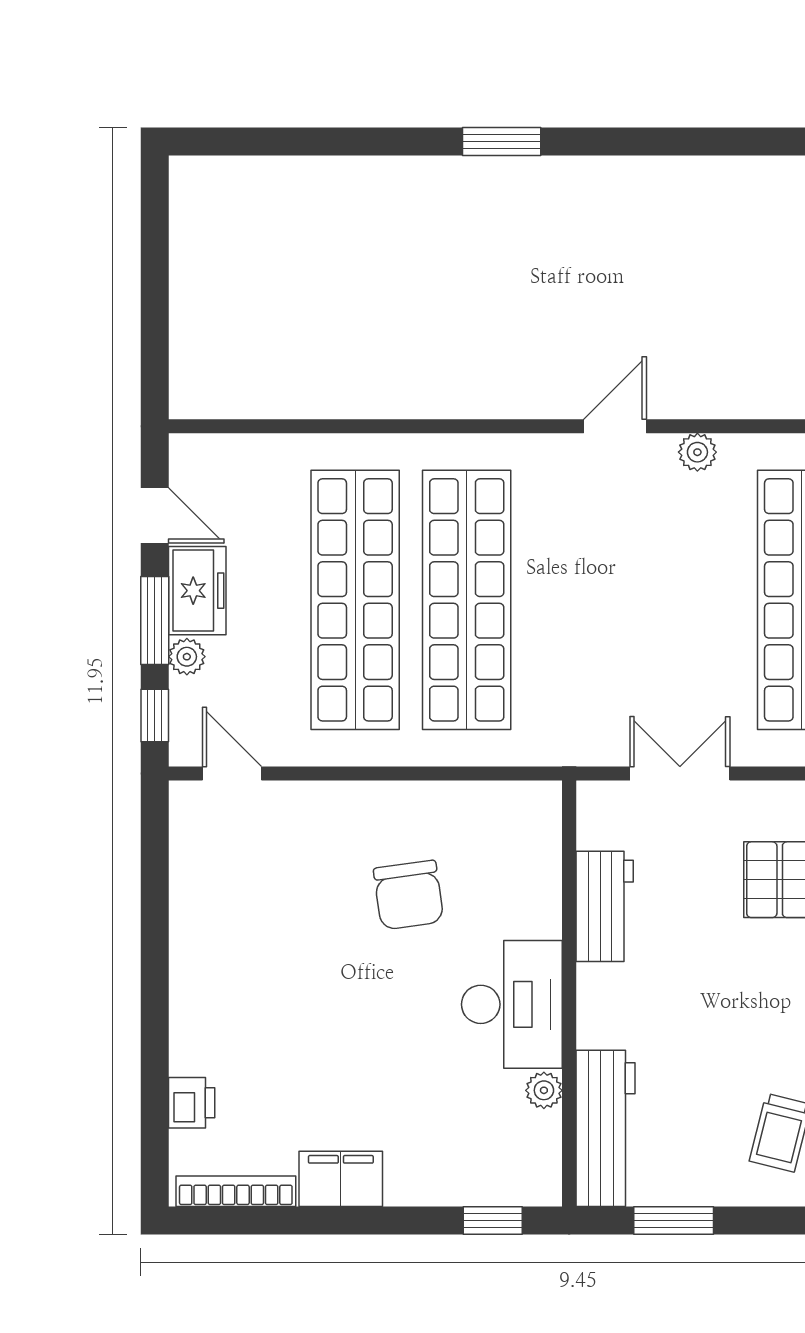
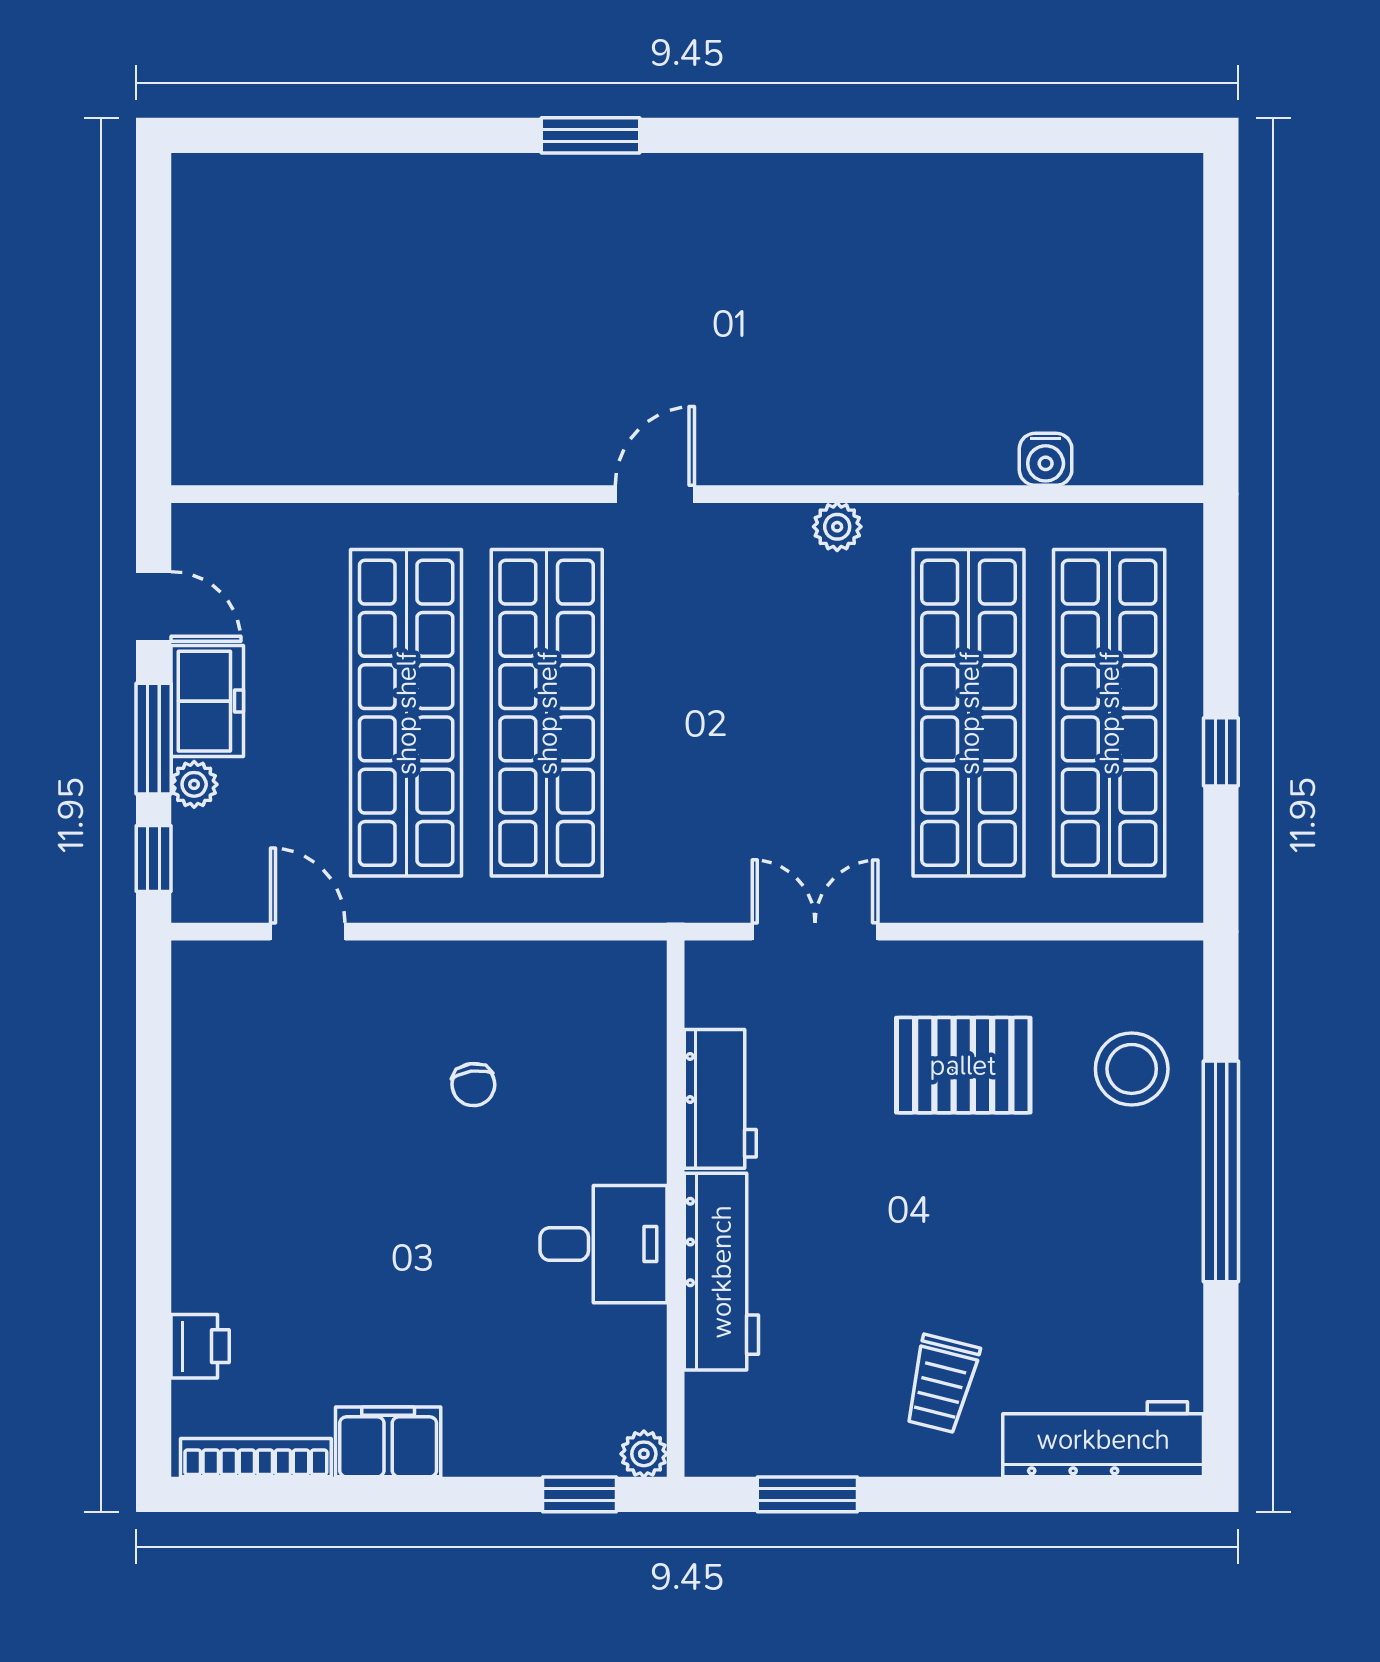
door: (615, 426) -> (655, 494), moved
door: (232, 774) -> (308, 932), moved
chair: (409, 895) -> (473, 1085), width x0.54, depth x0.54
desk: (512, 1004) -> (604, 1244), width x0.73
plant: (544, 1090) -> (644, 1454), moved
workbench: (605, 1128) -> (721, 1272), moved

